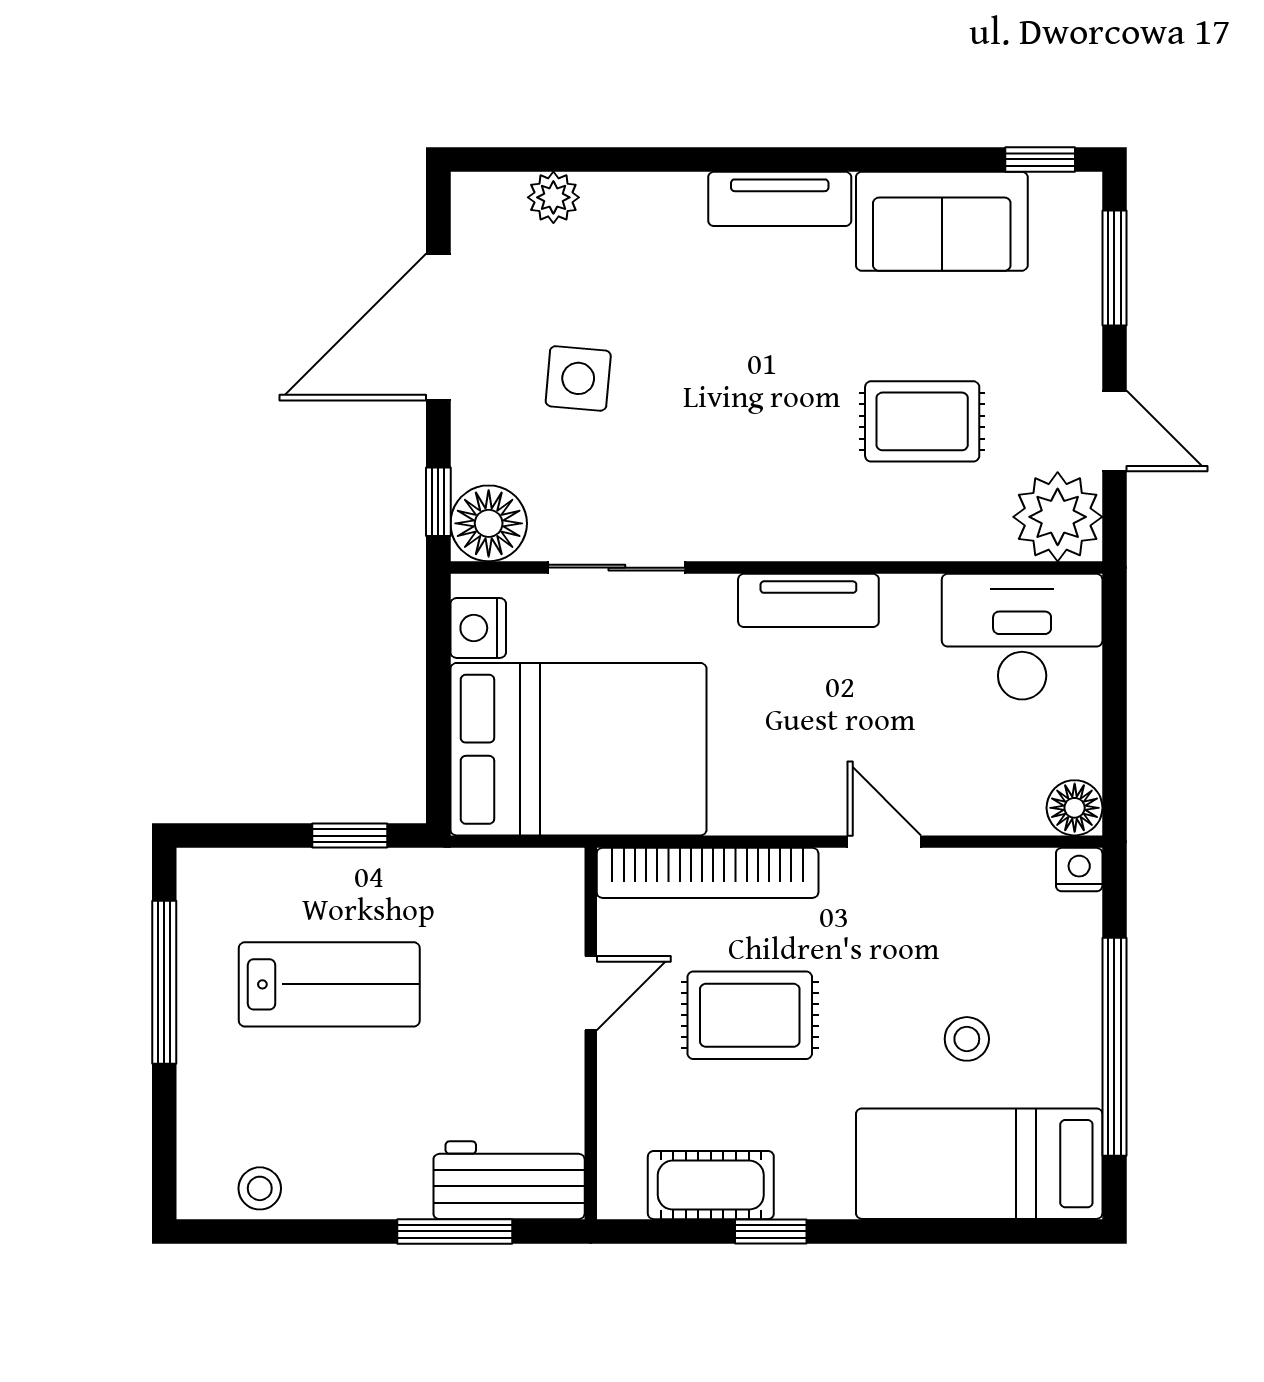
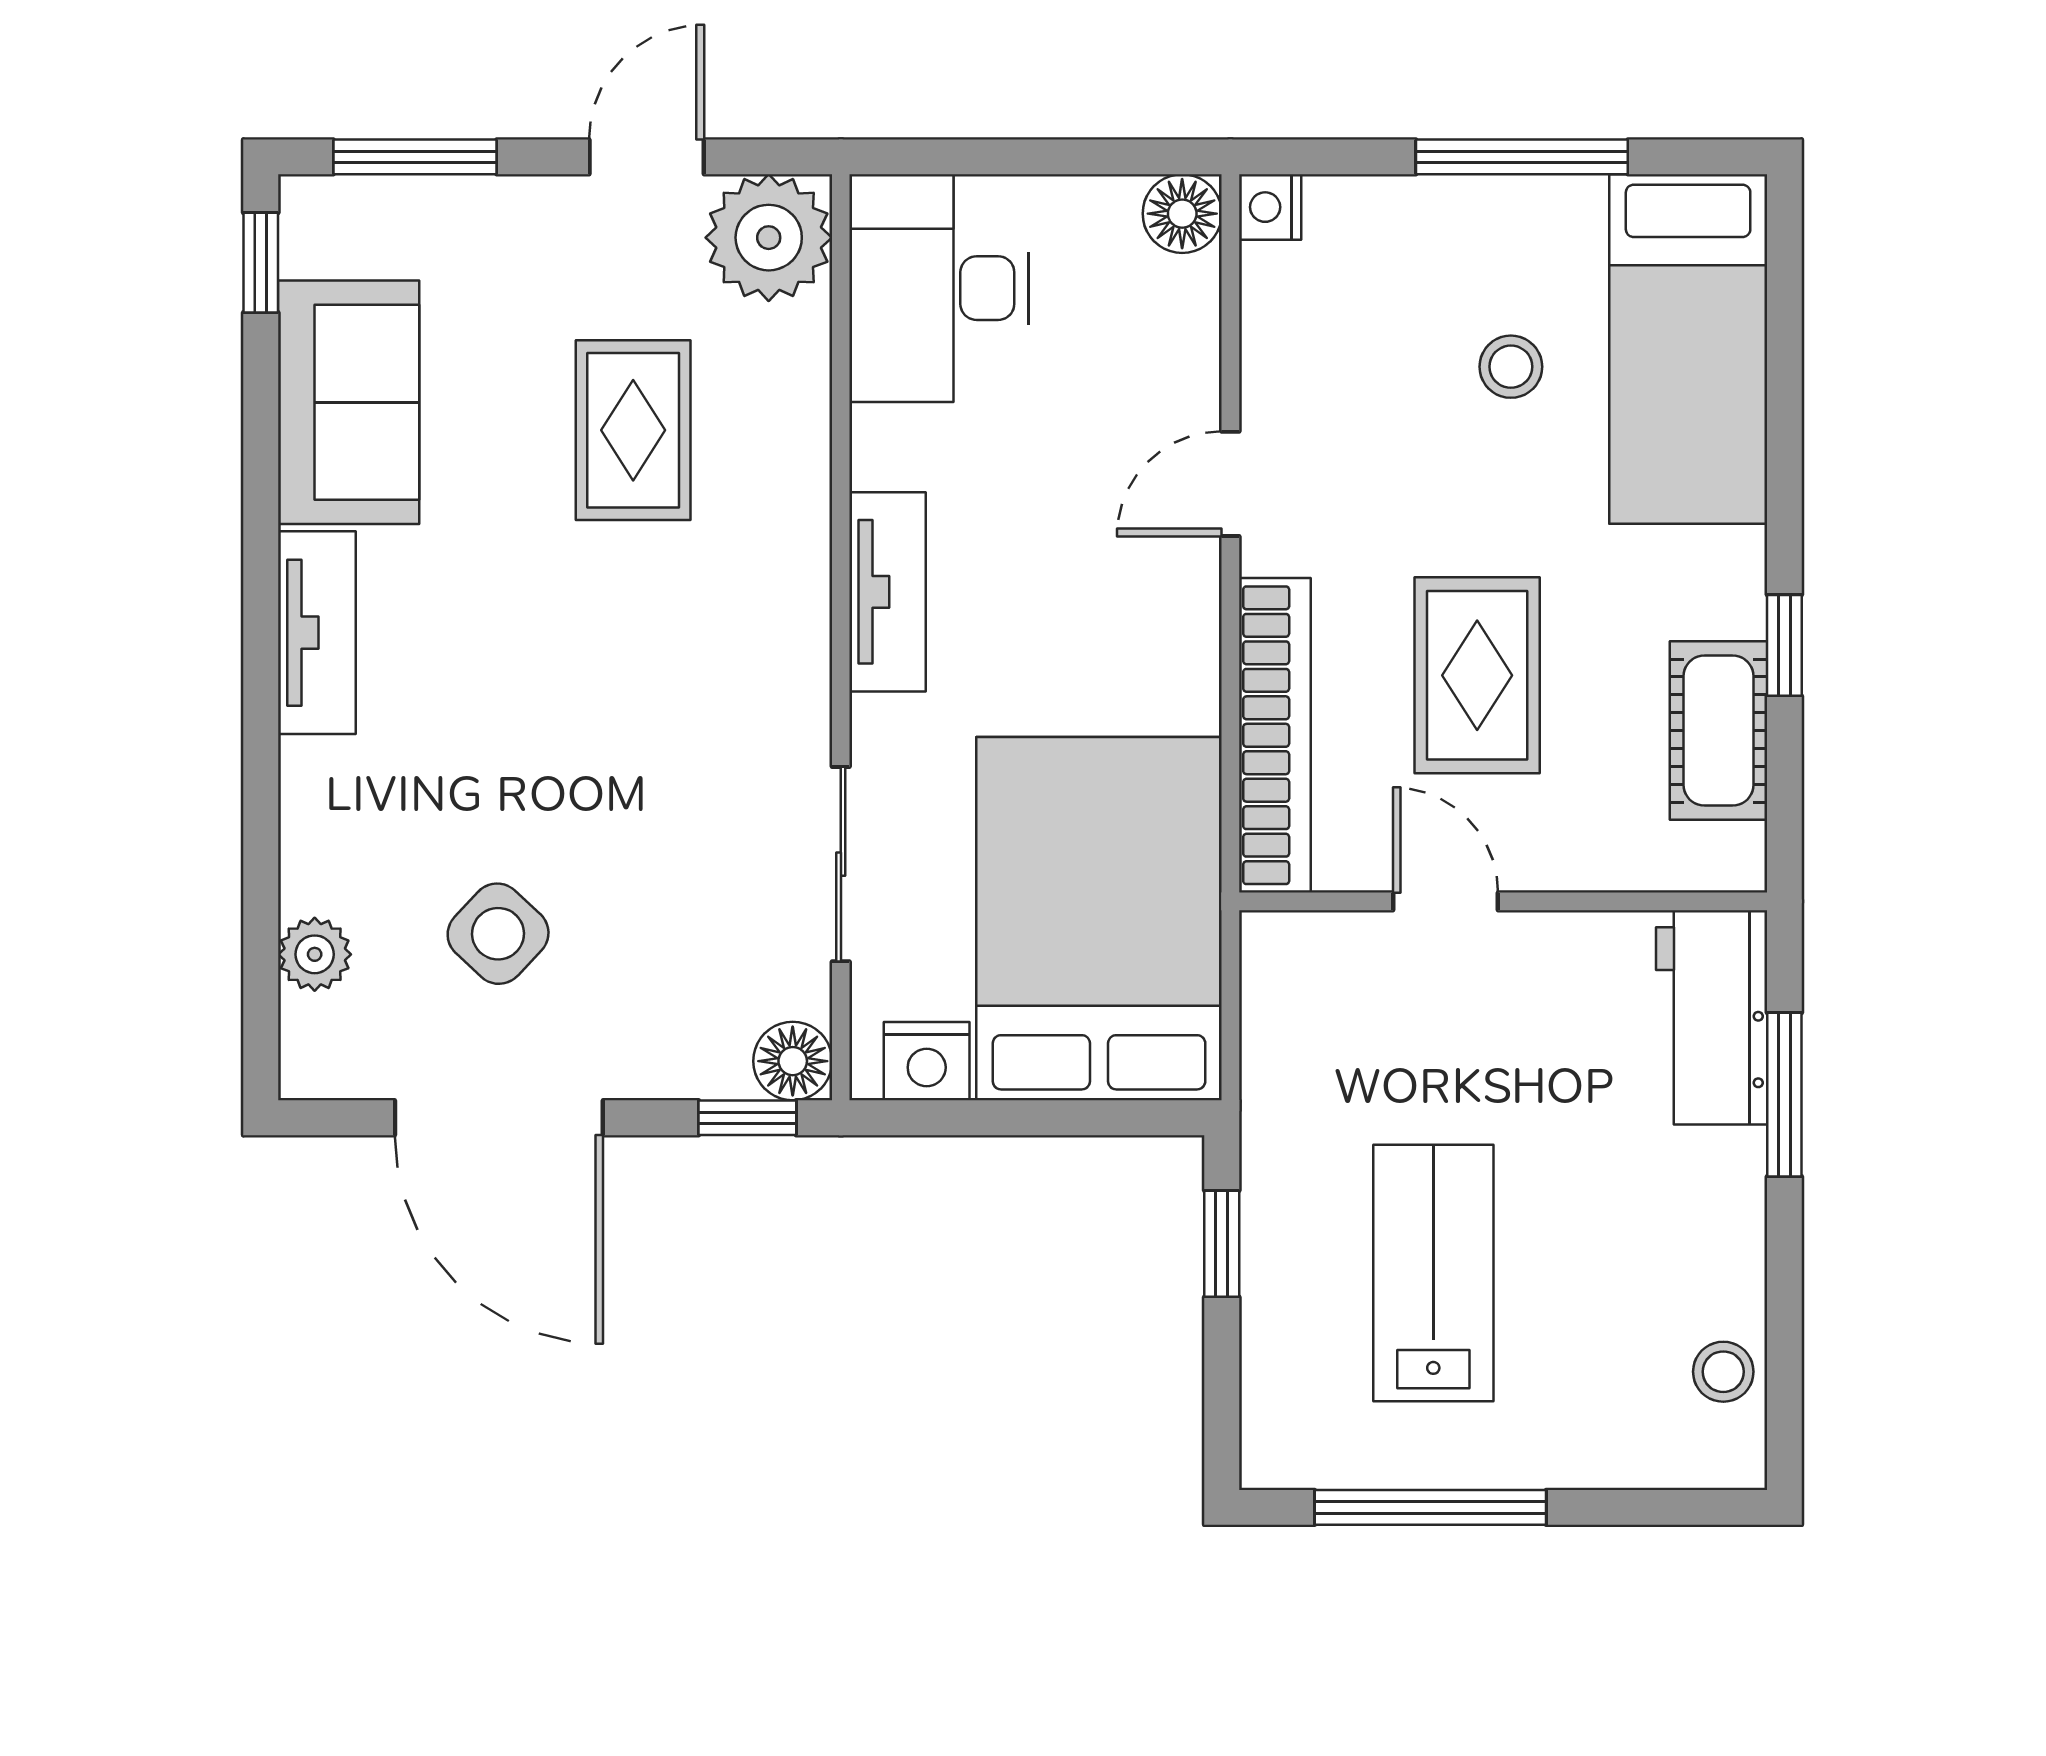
side table: (578, 378) -> (498, 934), moved, turned 38
floor lamp: (489, 523) -> (793, 1061), width x0.73, depth x0.73
window: (1114, 1047) -> (1522, 157), width x0.68

